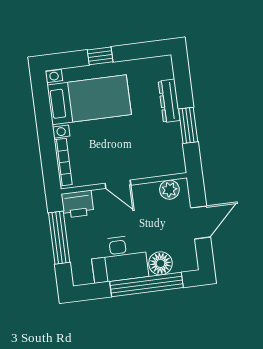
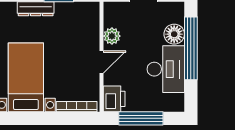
plant: (169, 190) -> (112, 36), moved

